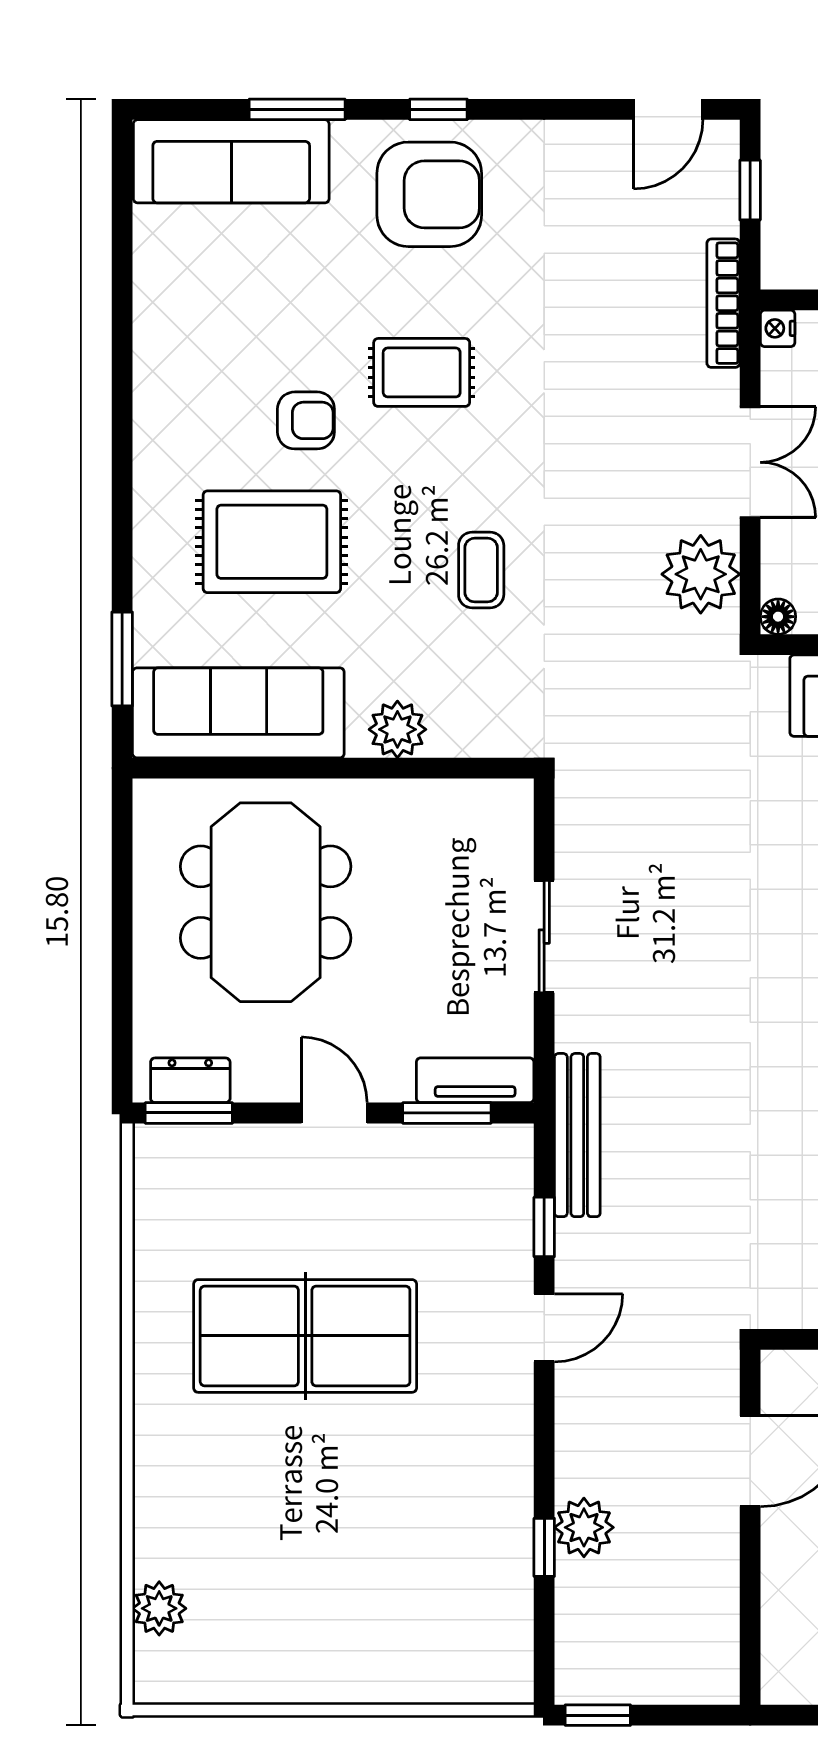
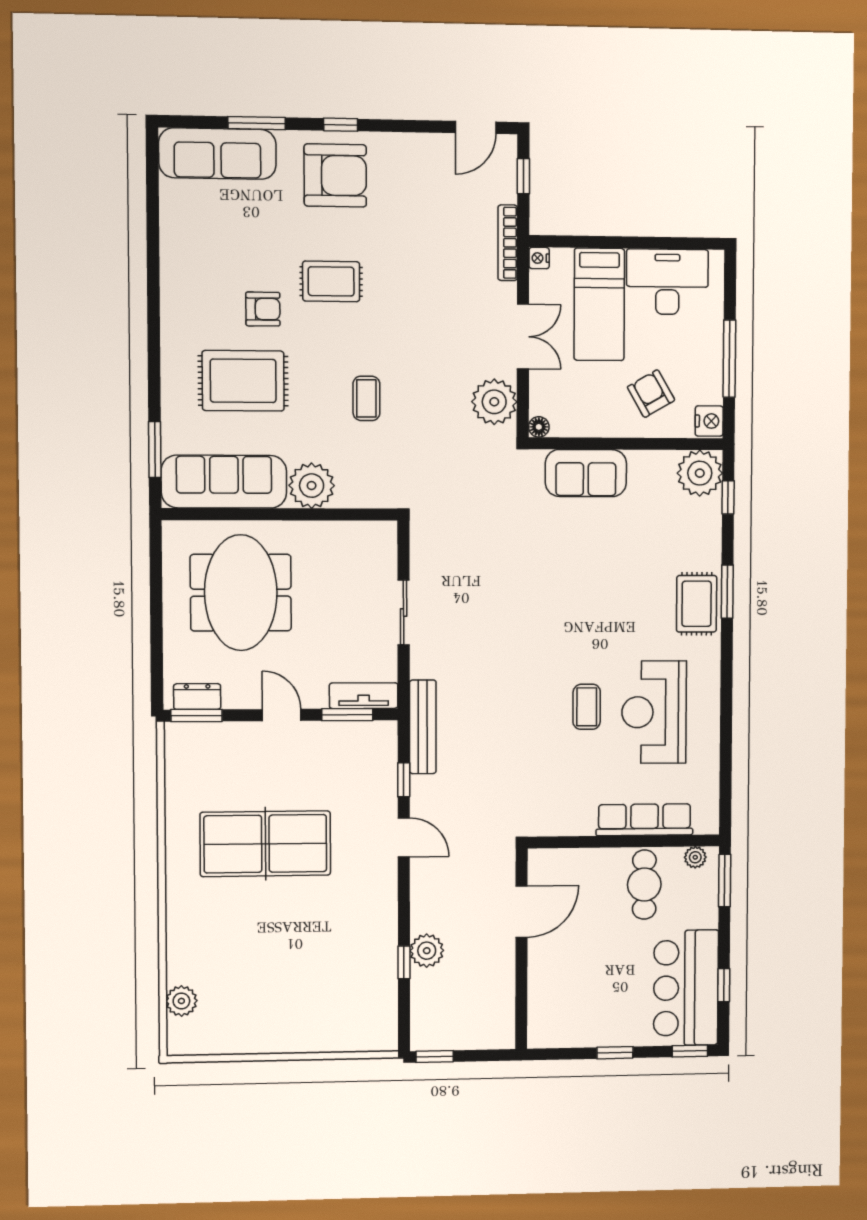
plant: (397, 729) -> (312, 486), width x1.36, depth x1.36
door: (544, 1328) -> (404, 837), hinge flipped

